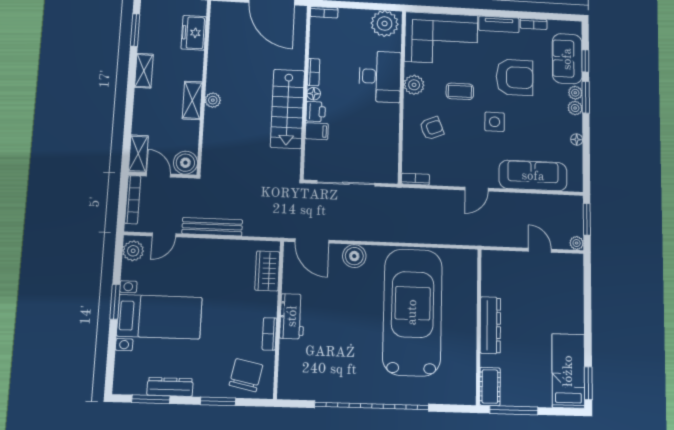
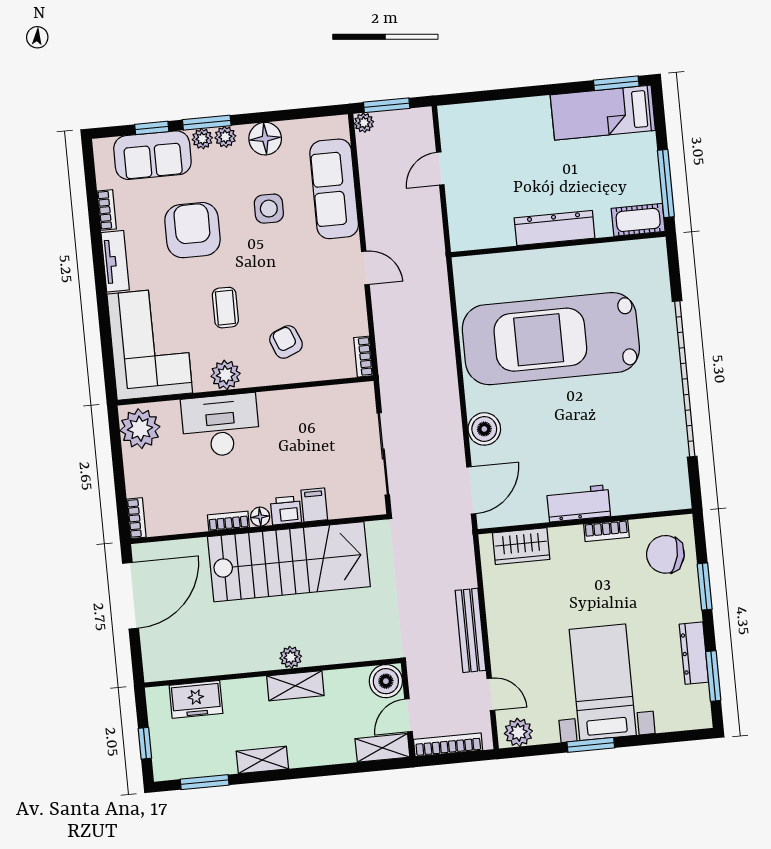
stairs: (287, 109) -> (289, 562), width x1.36, depth x1.51
side table: (495, 122) -> (269, 209), moved
floor lamp: (577, 140) -> (265, 139), width x1.89, depth x1.89
plant: (577, 243) -> (364, 123), moved

